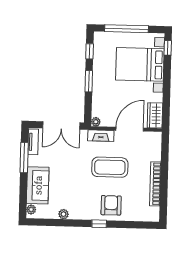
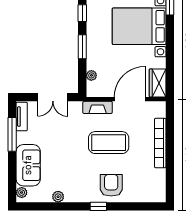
plant: (96, 122) -> (91, 75), moved
double door: (61, 125) -> (53, 97), width x0.73
bookcase: (155, 184) -> (160, 143), moved

